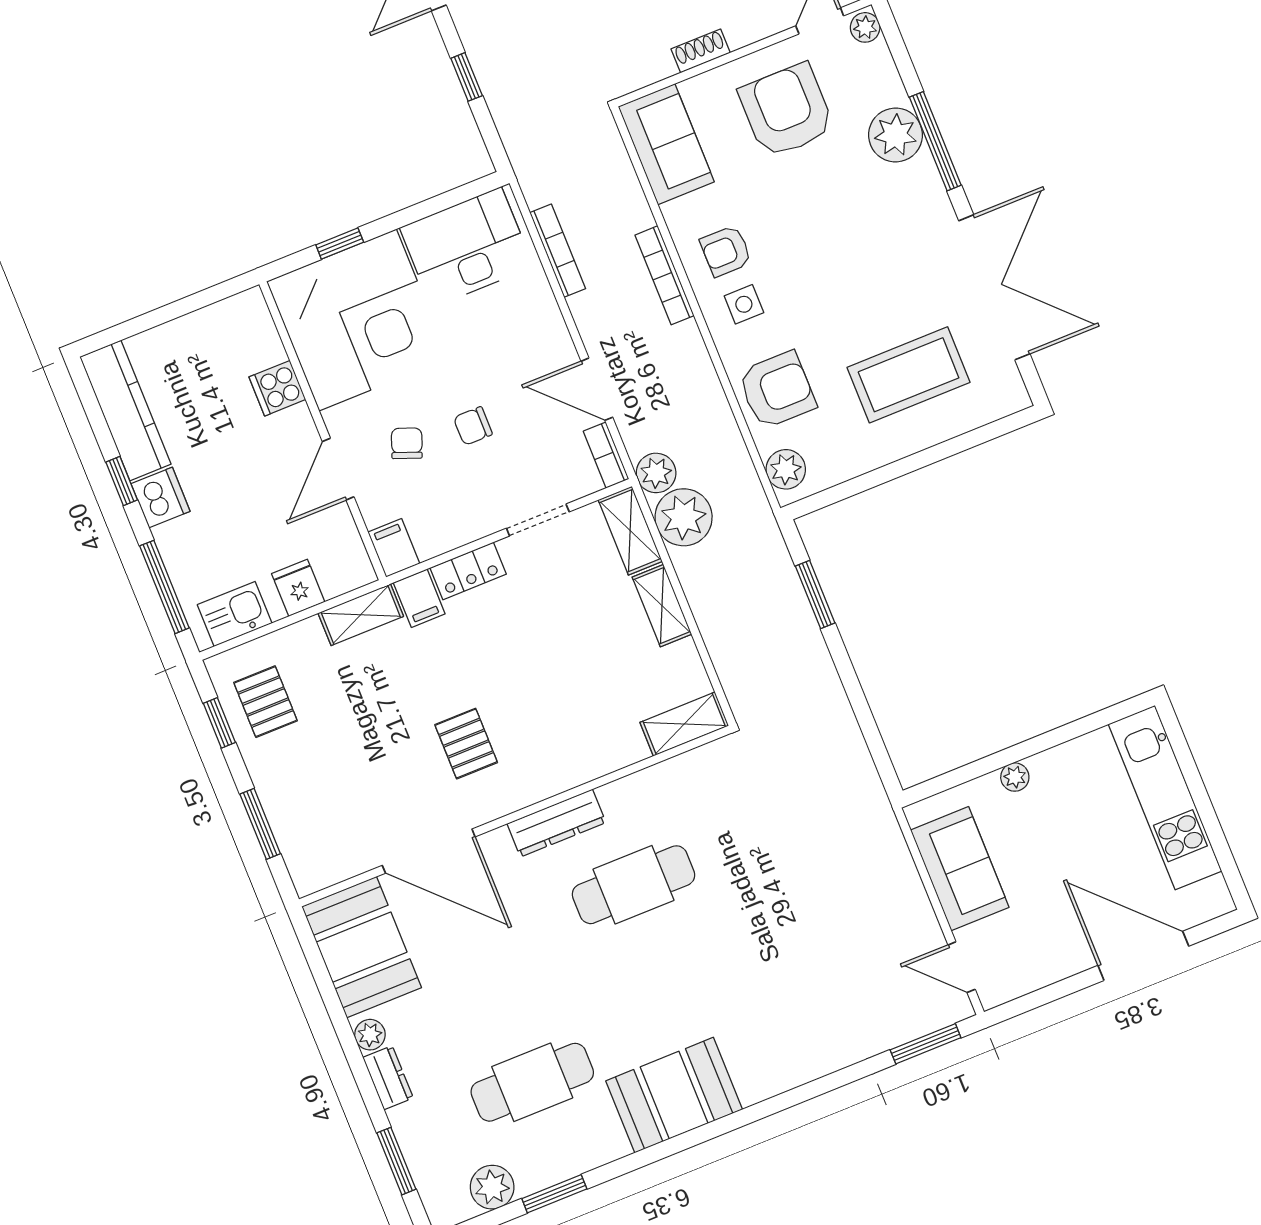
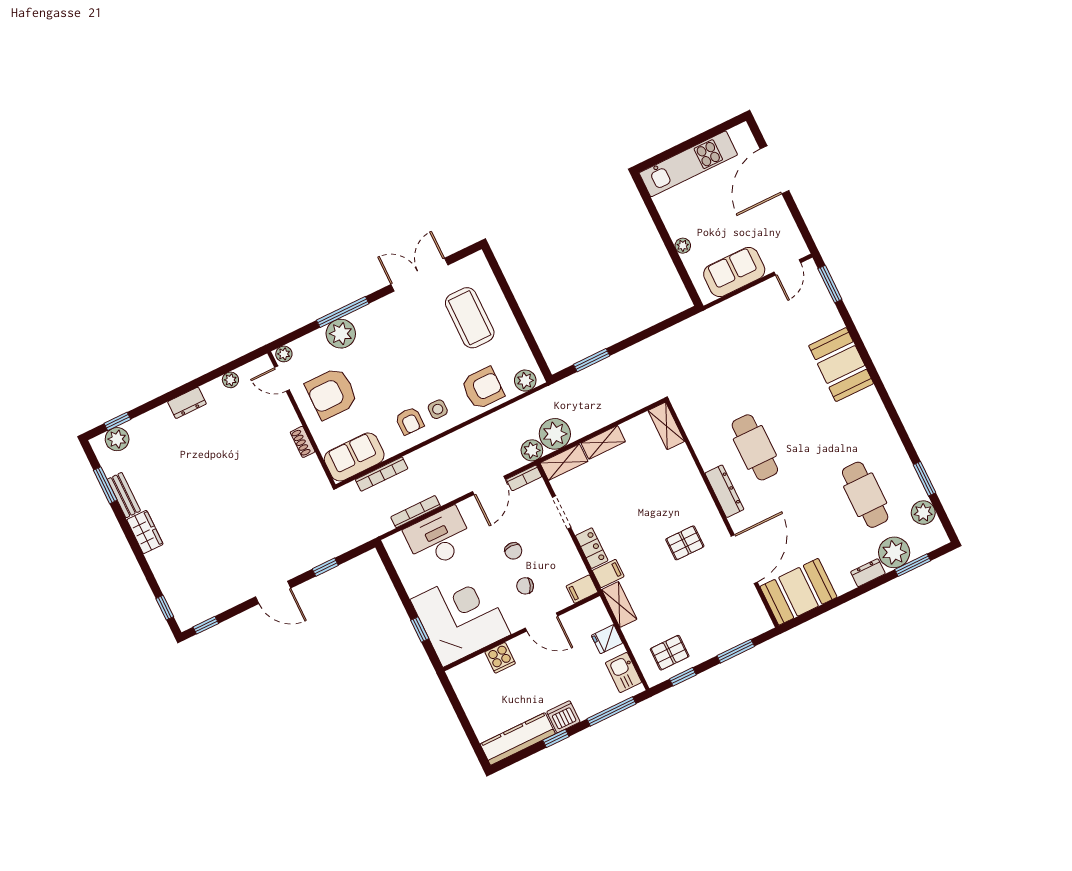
desk: (467, 247) -> (439, 538), moved, turned 90
bookcase: (665, 275) -> (382, 474), moved
double door: (994, 287) -> (419, 275), width x0.73
armchair: (777, 390) -> (483, 388), turned 90
plant: (370, 1035) -> (894, 552), moved, width x1.87, depth x1.87
booth: (674, 1095) -> (841, 365), moved

